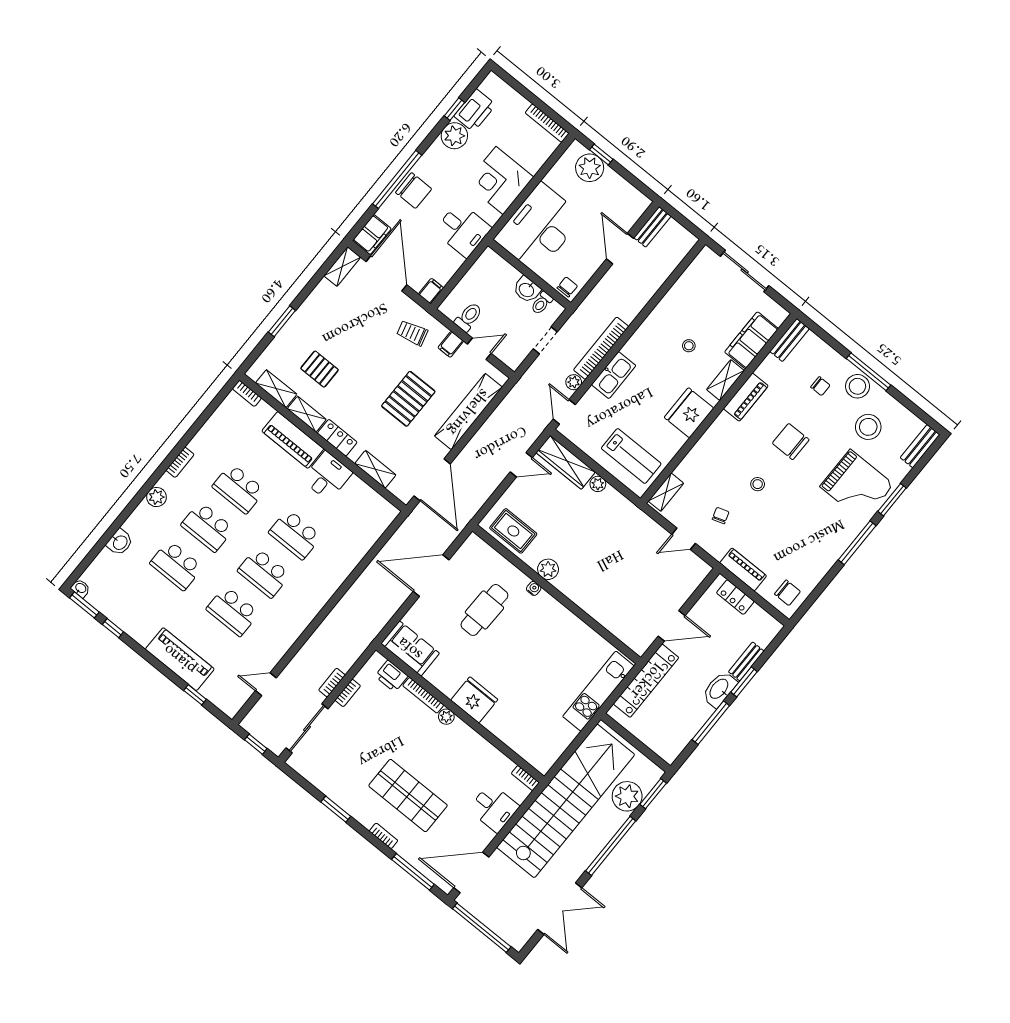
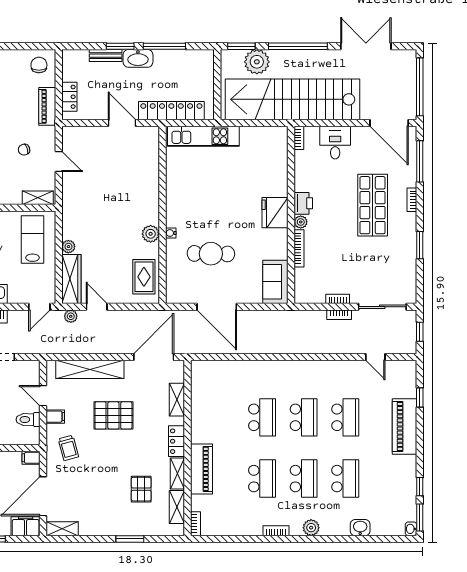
plant: (574, 382) -> (71, 316), moved
desk: (327, 476) -> (207, 427), removed
printer: (391, 676) -> (303, 203), moved

